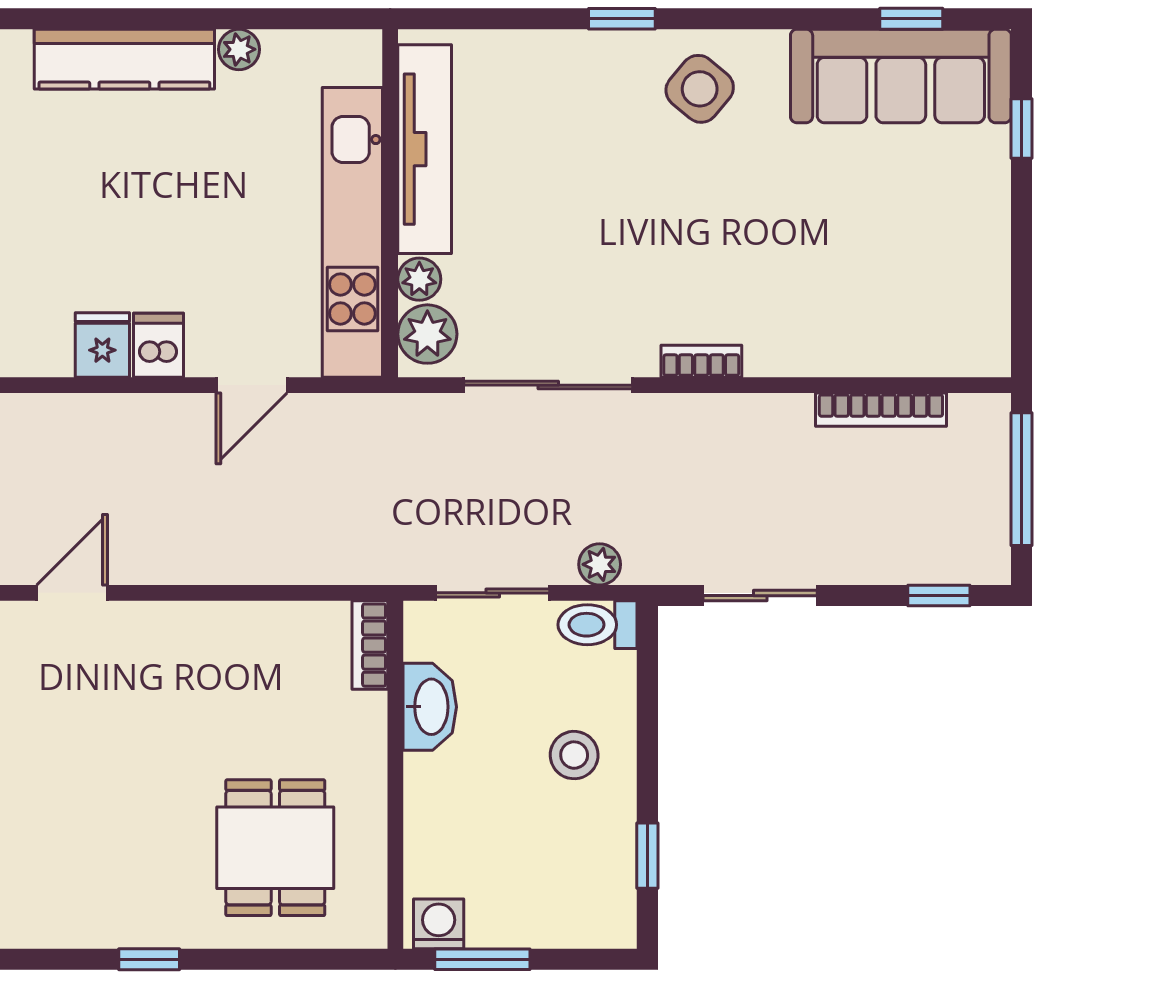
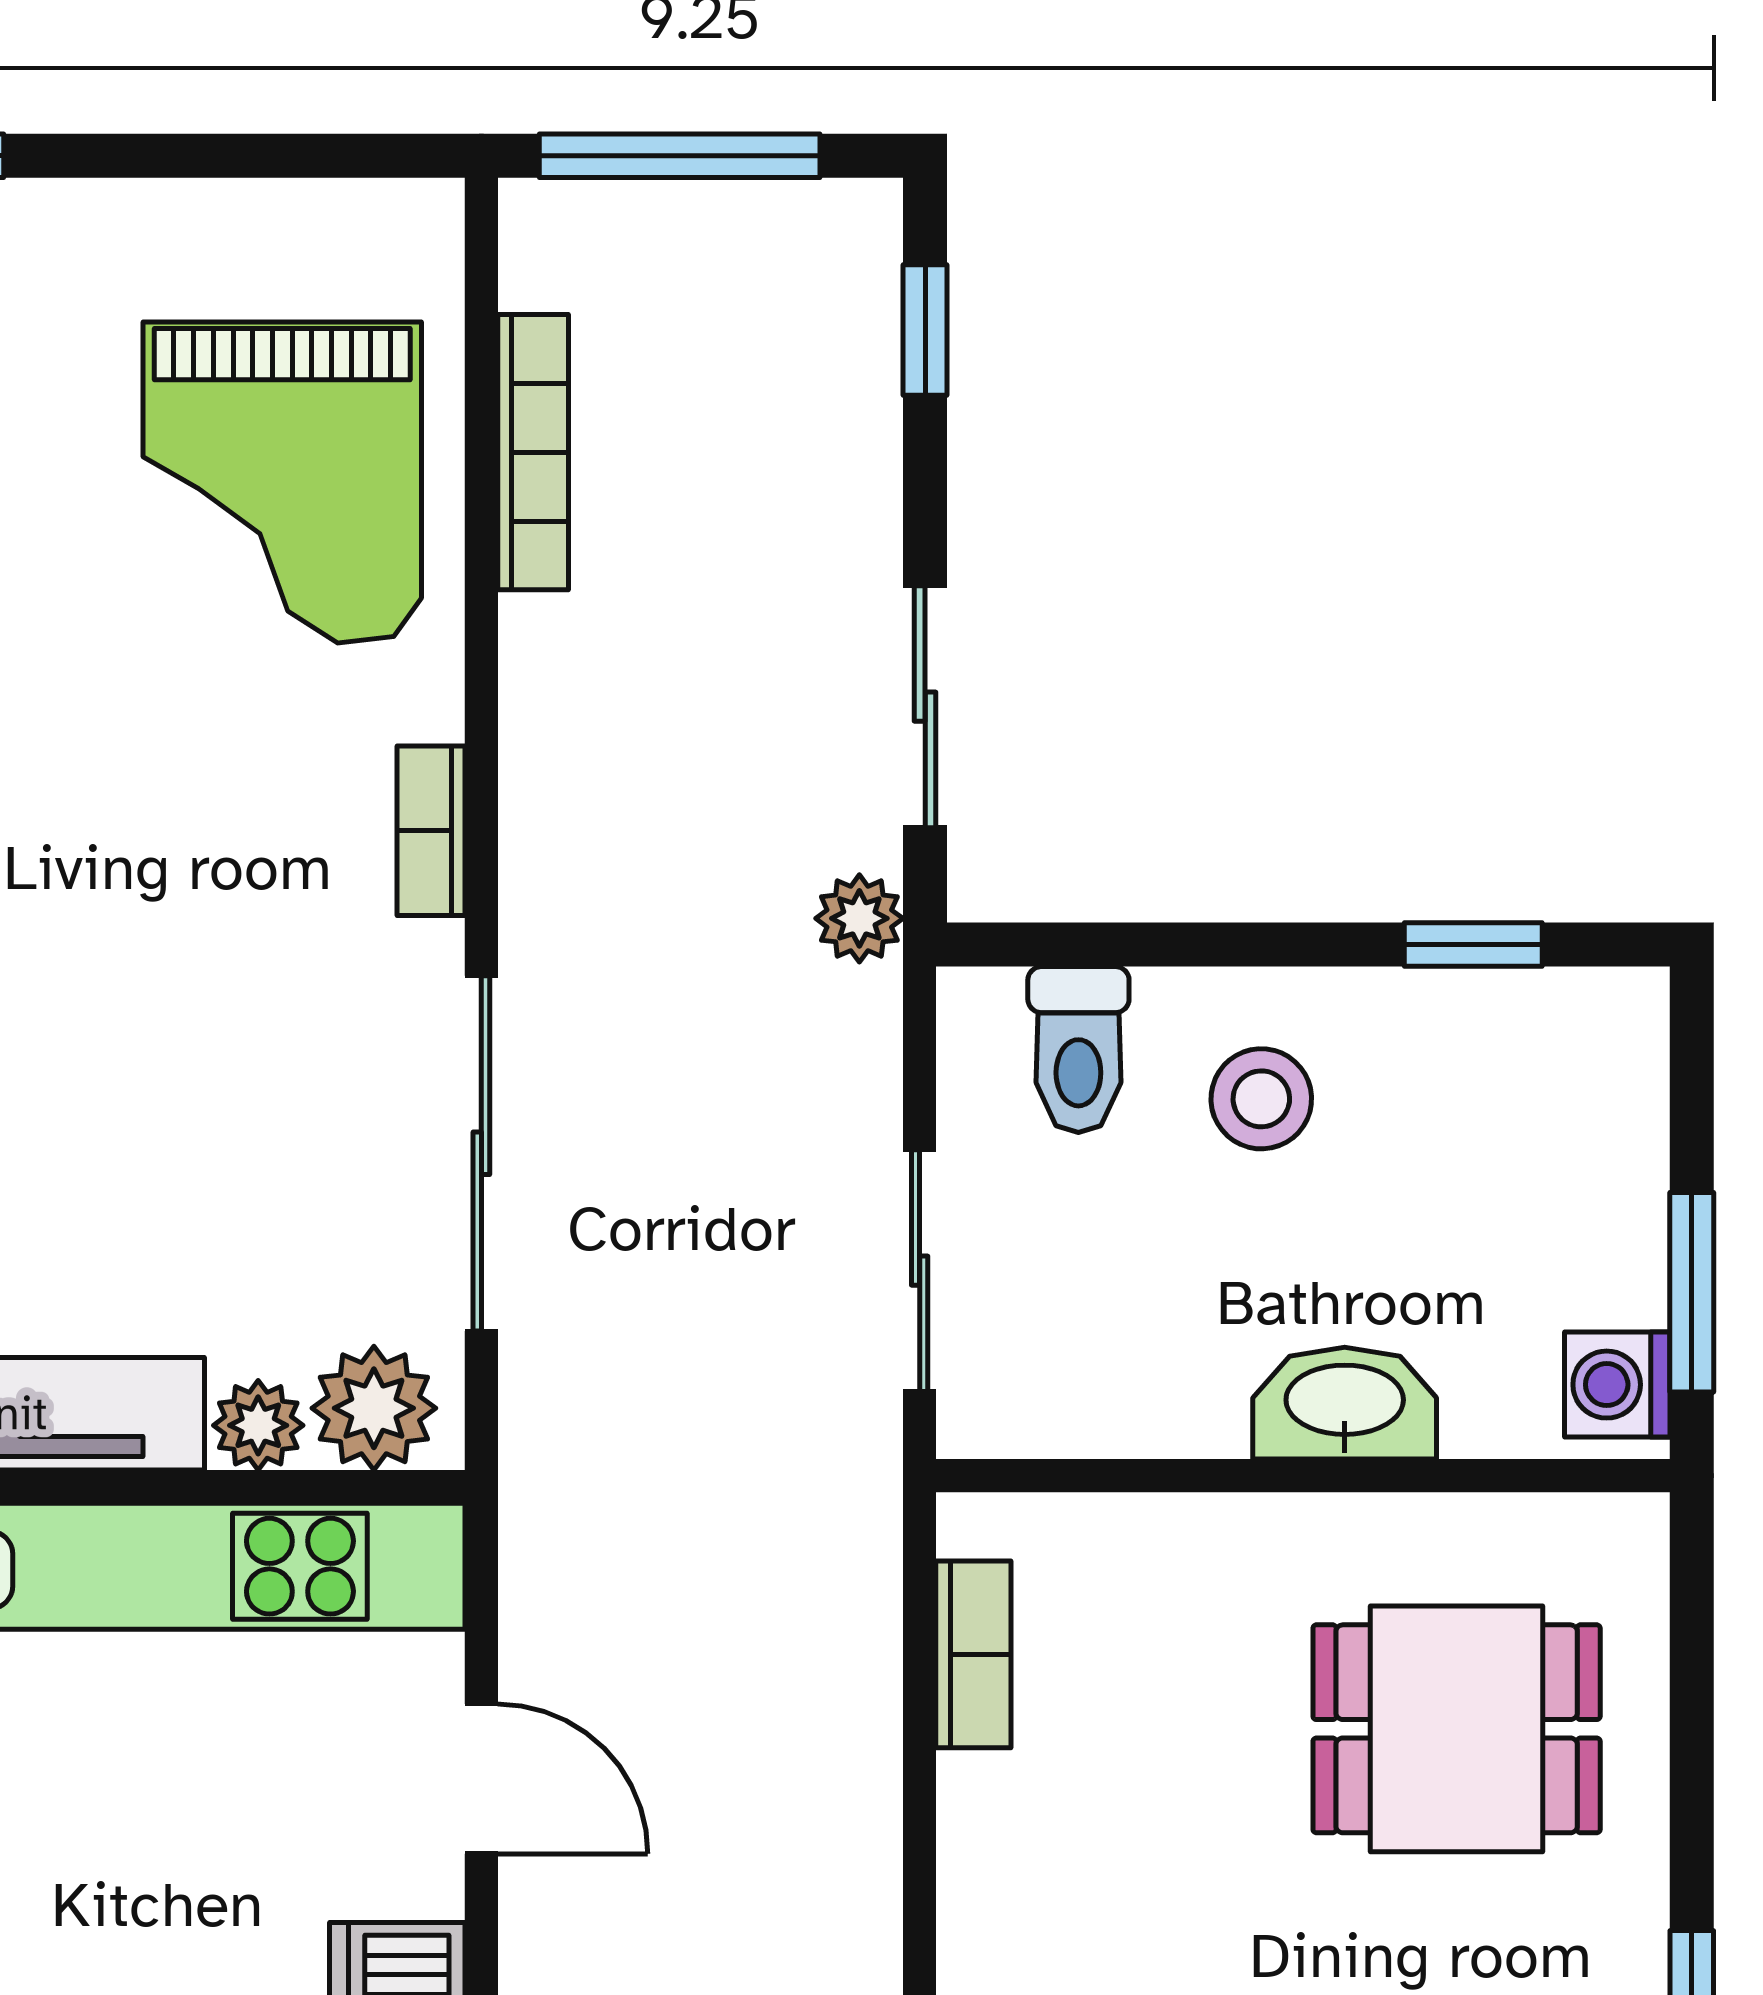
grand piano: (867, 291) -> (282, 483), added
plant: (600, 564) -> (859, 918), moved
toilet: (598, 625) -> (1078, 1049), moved
bookcase: (370, 645) -> (973, 1654), moved, turned -90
washbasin: (430, 707) -> (1345, 1403), moved

